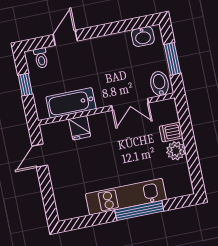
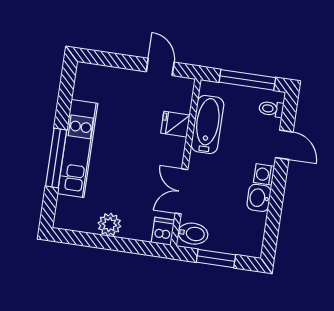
washbasin: (143, 37) -> (259, 198), moved
washing machine: (94, 45) -> (264, 174), added
window: (25, 85) -> (247, 80), width x2.17
dishwasher: (171, 132) -> (163, 231), moved

